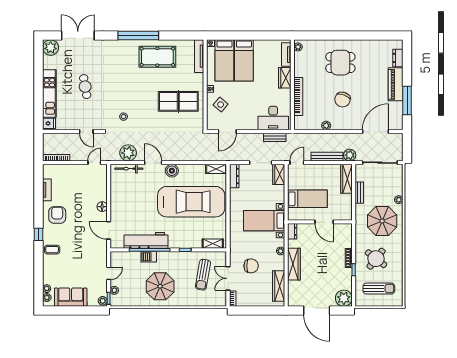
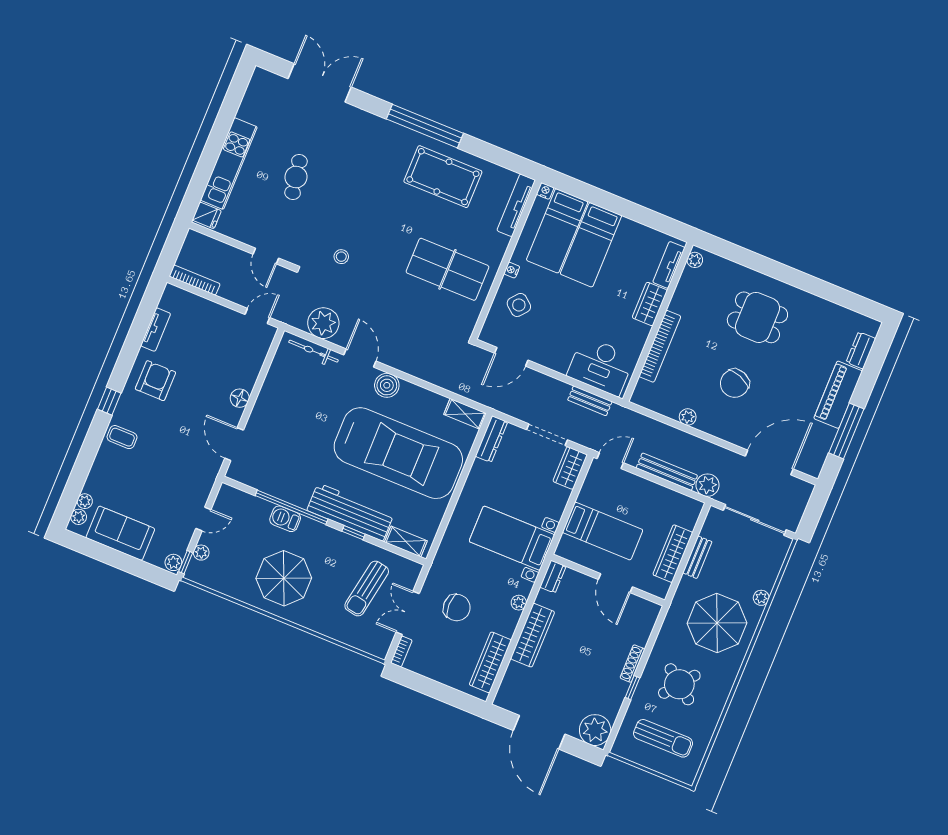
plant: (51, 48) -> (264, 84), removed
wardrobe: (346, 179) -> (673, 554), moved
workbench: (146, 240) -> (350, 512), moved

